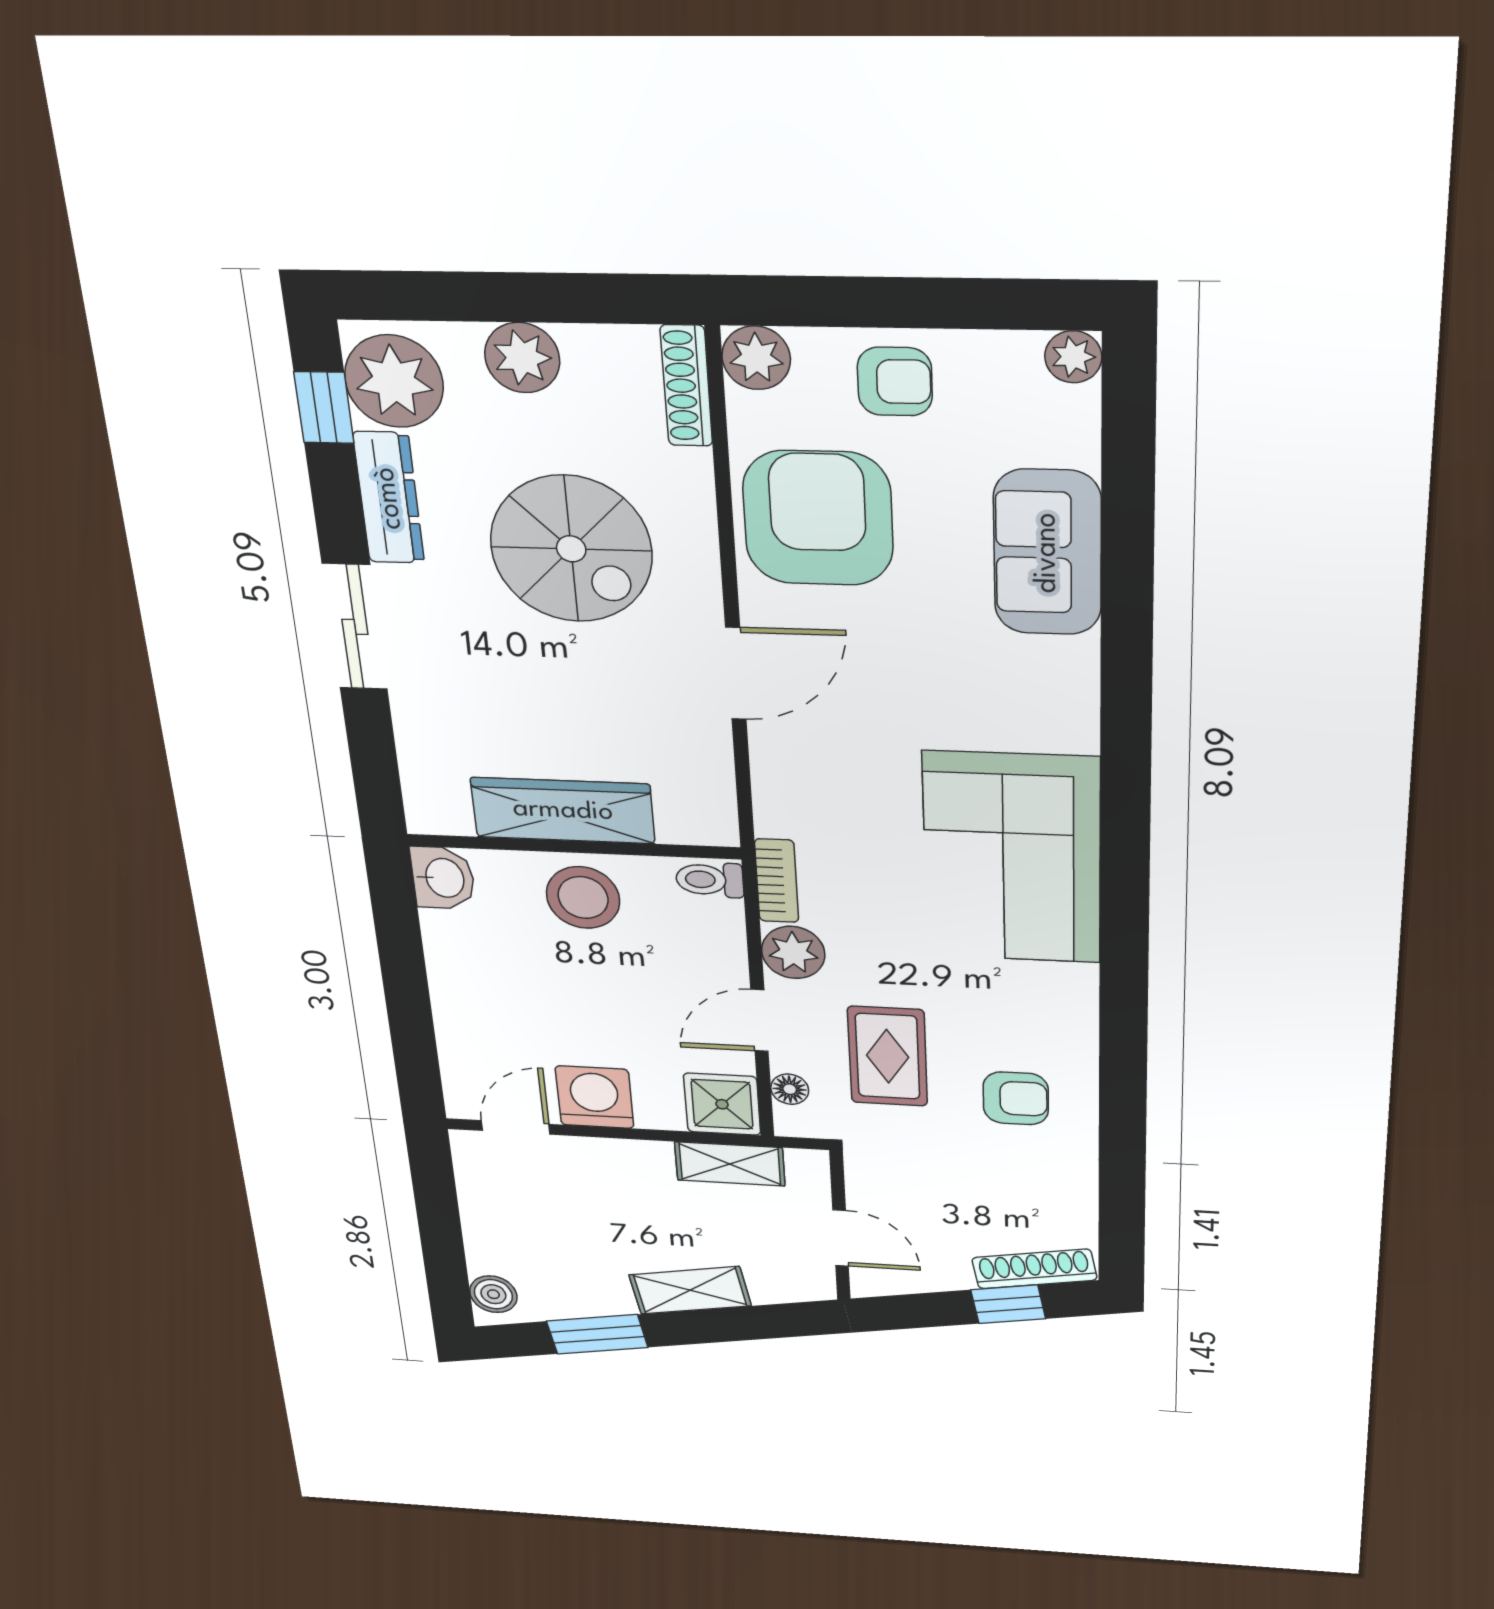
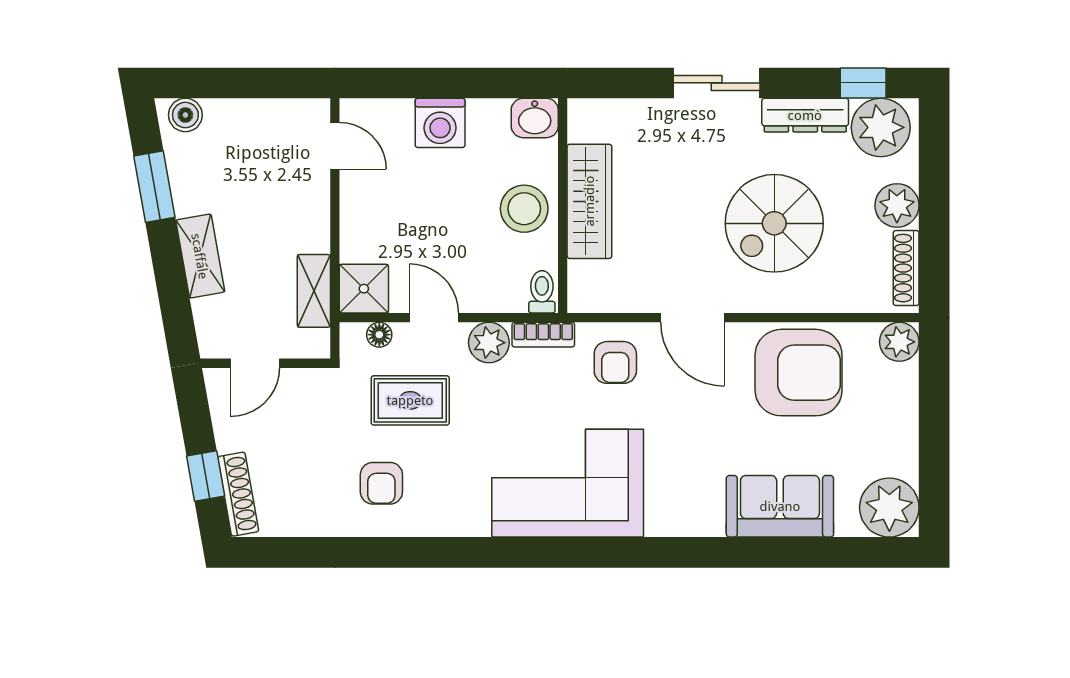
plant: (1073, 357) -> (889, 508), width x1.87, depth x1.87
armchair: (895, 382) -> (615, 362), moved
shoe rack: (686, 386) -> (906, 268), moved, turned -90
washing machine: (595, 1097) -> (440, 123), moved, turned 90

